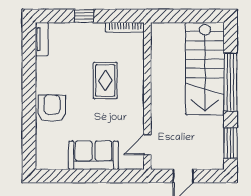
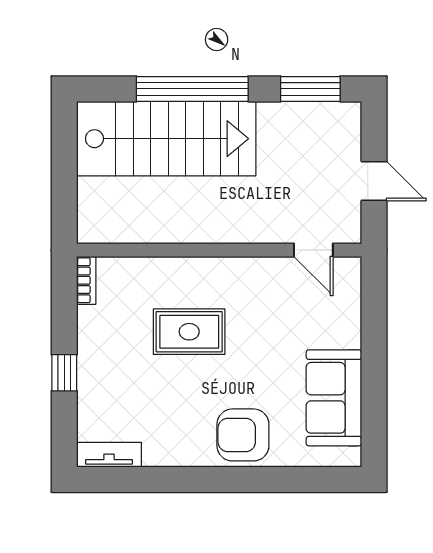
bookcase: (125, 27) -> (86, 280), width x0.64
sofa: (94, 155) -> (334, 398), moved

